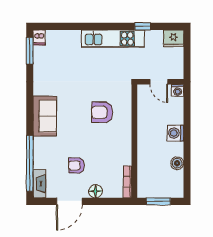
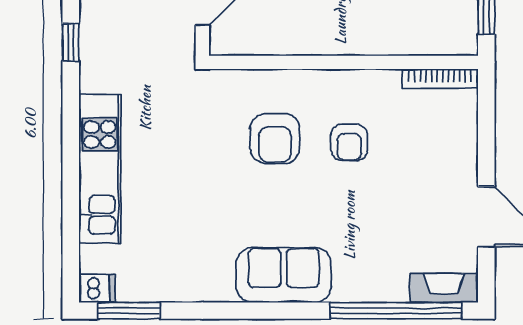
kitchen unit: (113, 39) -> (100, 169), moved
armchair: (77, 165) -> (349, 142), moved
floor lamp: (96, 191) -> (462, 154), removed

